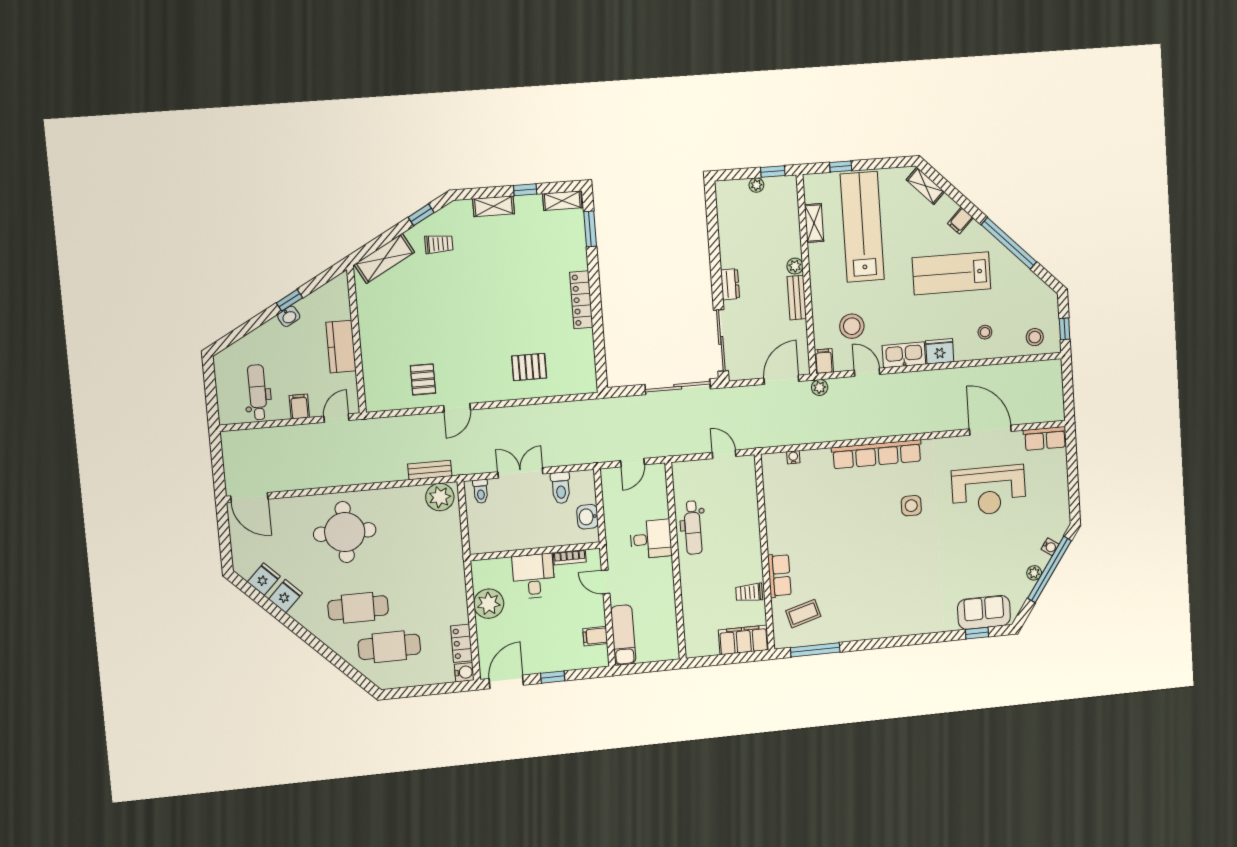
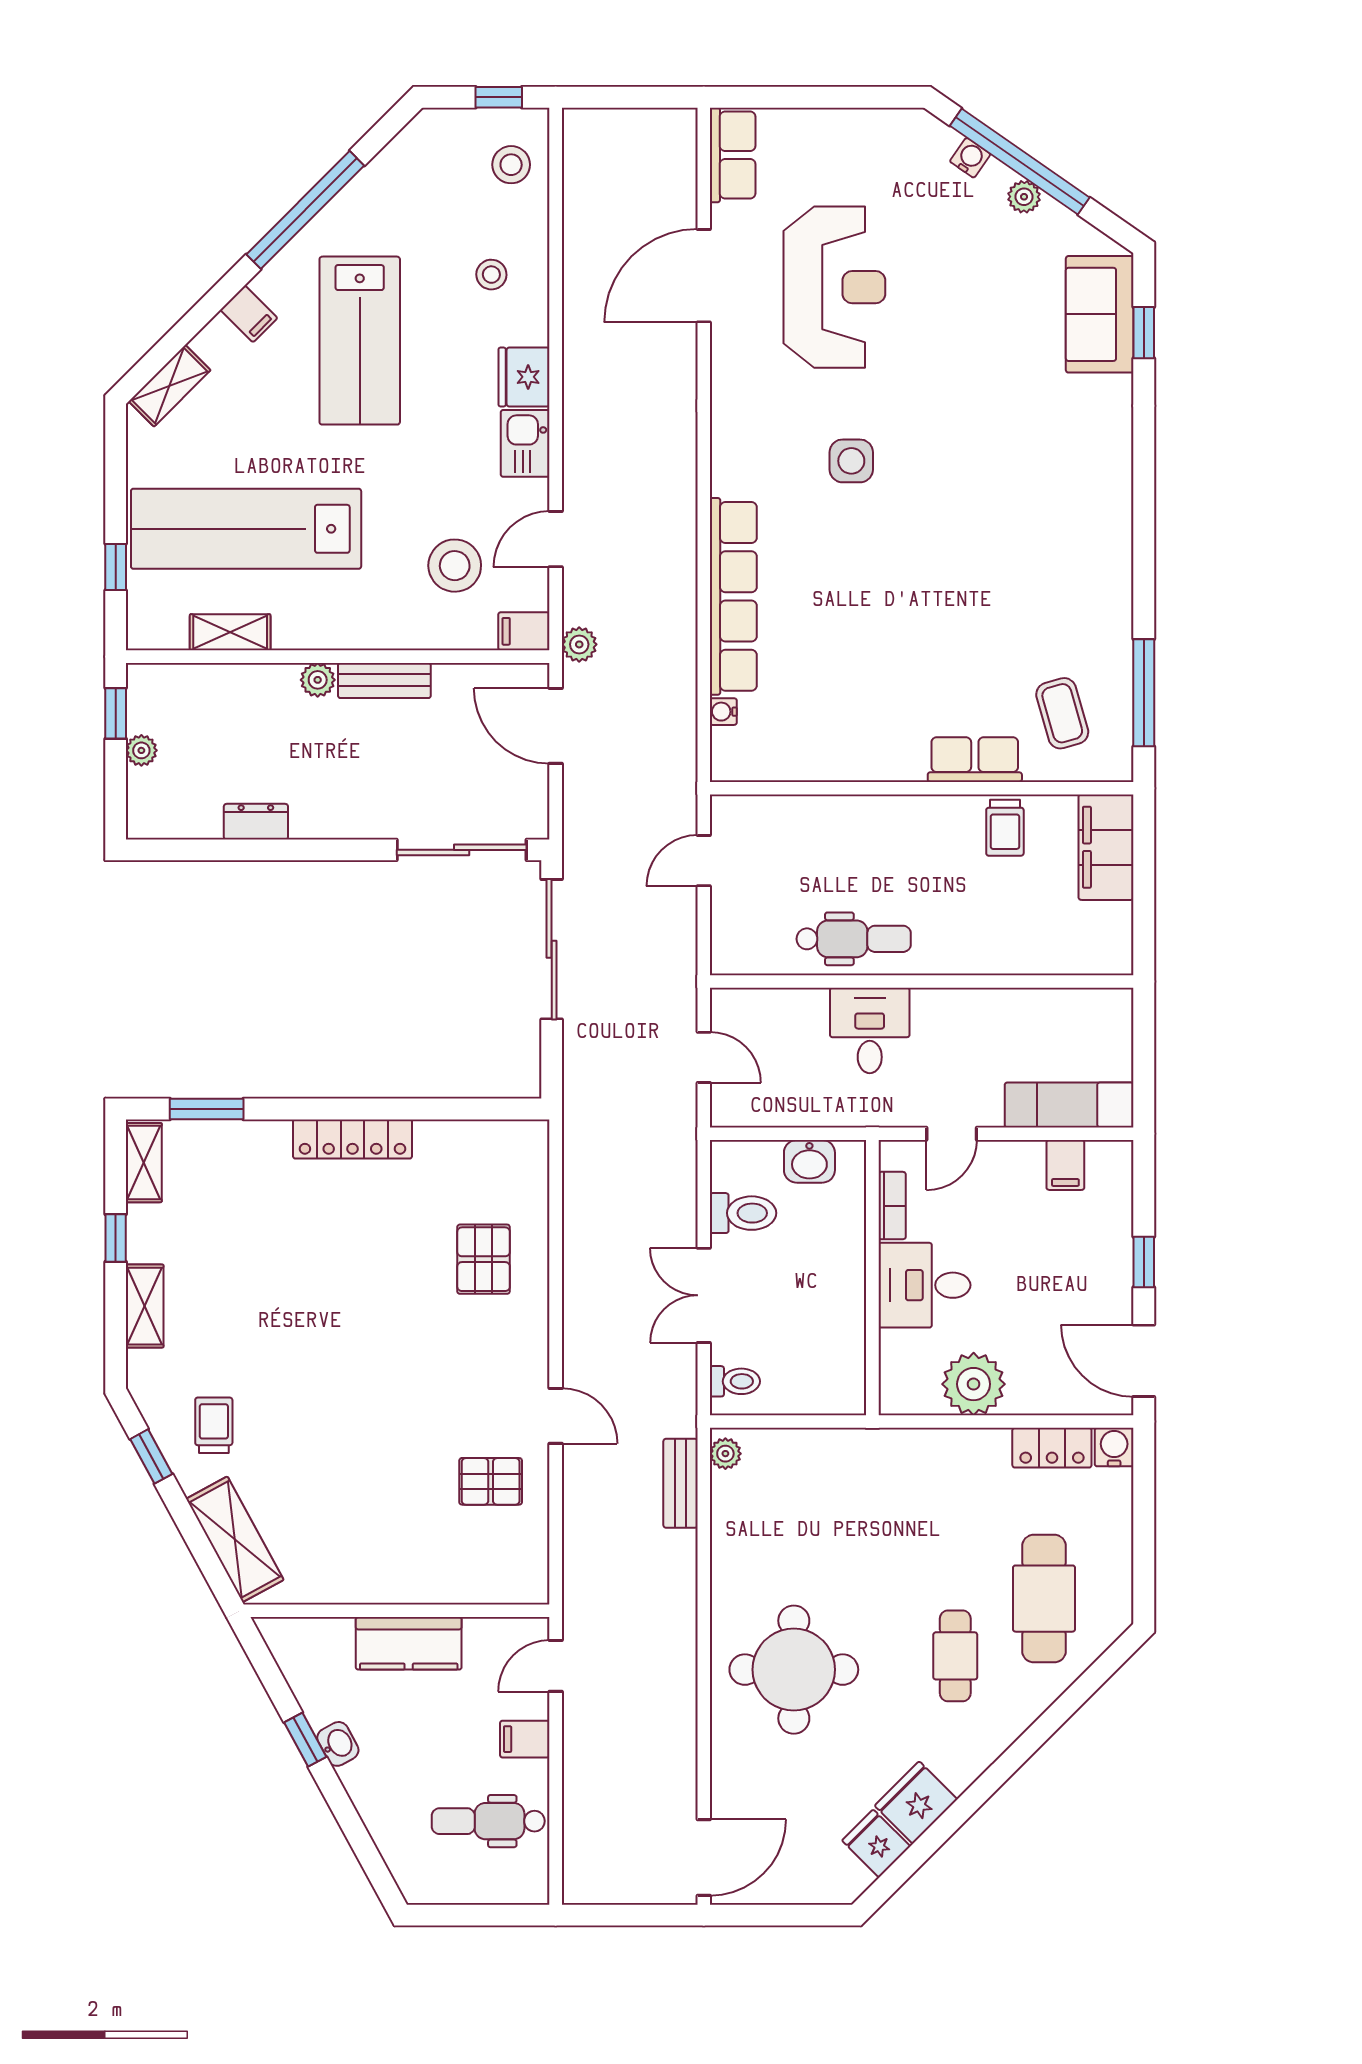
dresser: (730, 284) -> (256, 822), moved
kitchen sink: (904, 355) -> (525, 443), width x0.73
door: (336, 418) -> (556, 1666), hinge flipped
row of seats: (877, 454) -> (733, 596), moved
plant: (440, 497) -> (725, 1454), width x0.53, depth x0.53
fridge: (285, 596) -> (916, 1803), width x1.38
cafe table: (358, 608) -> (955, 1656), width x0.73, depth x0.74

